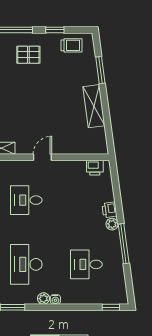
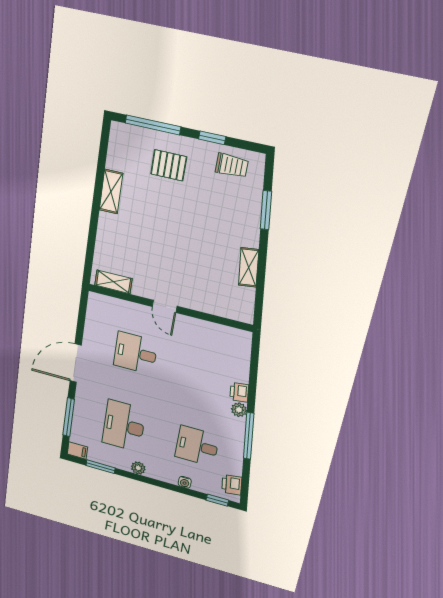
shelving: (94, 106) -> (249, 267), width x0.67, depth x0.75
door: (42, 157) -> (165, 306), swing flipped
printer: (95, 168) -> (232, 485), moved, turned 82
water cooler: (55, 300) -> (185, 482), moved

